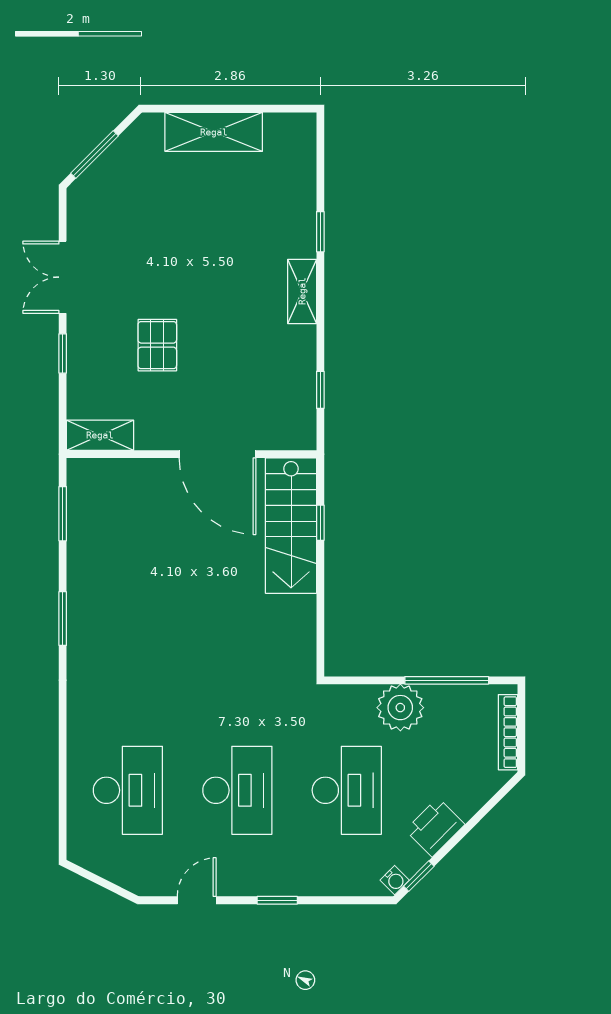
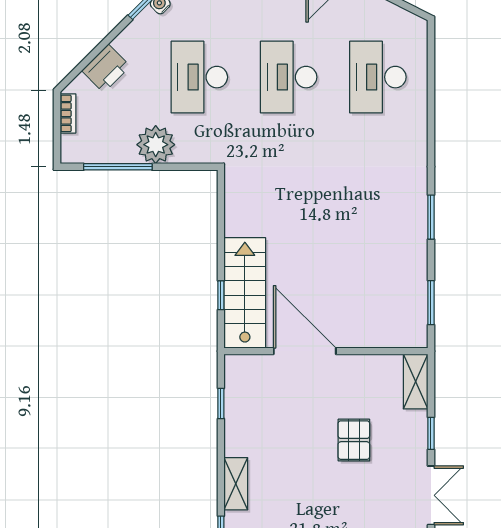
shelving: (100, 435) -> (416, 382), moved, turned 90
bookcase: (508, 732) -> (68, 113), width x0.64
printer: (435, 827) -> (106, 68), moved

